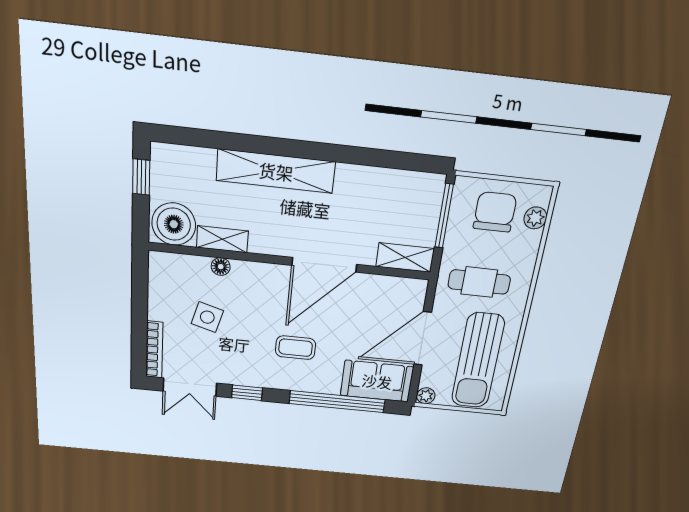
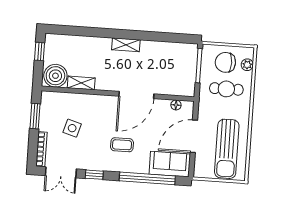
shelving: (276, 171) -> (126, 45), width x0.45, depth x0.75
chair: (495, 212) -> (225, 62), turned -90
shelving: (405, 257) -> (180, 89), removed
floor lamp: (221, 267) -> (176, 105), moved
cafe table: (479, 282) -> (226, 89), moved
window: (140, 294) -> (35, 116), added
plant: (426, 396) -> (199, 172), removed

